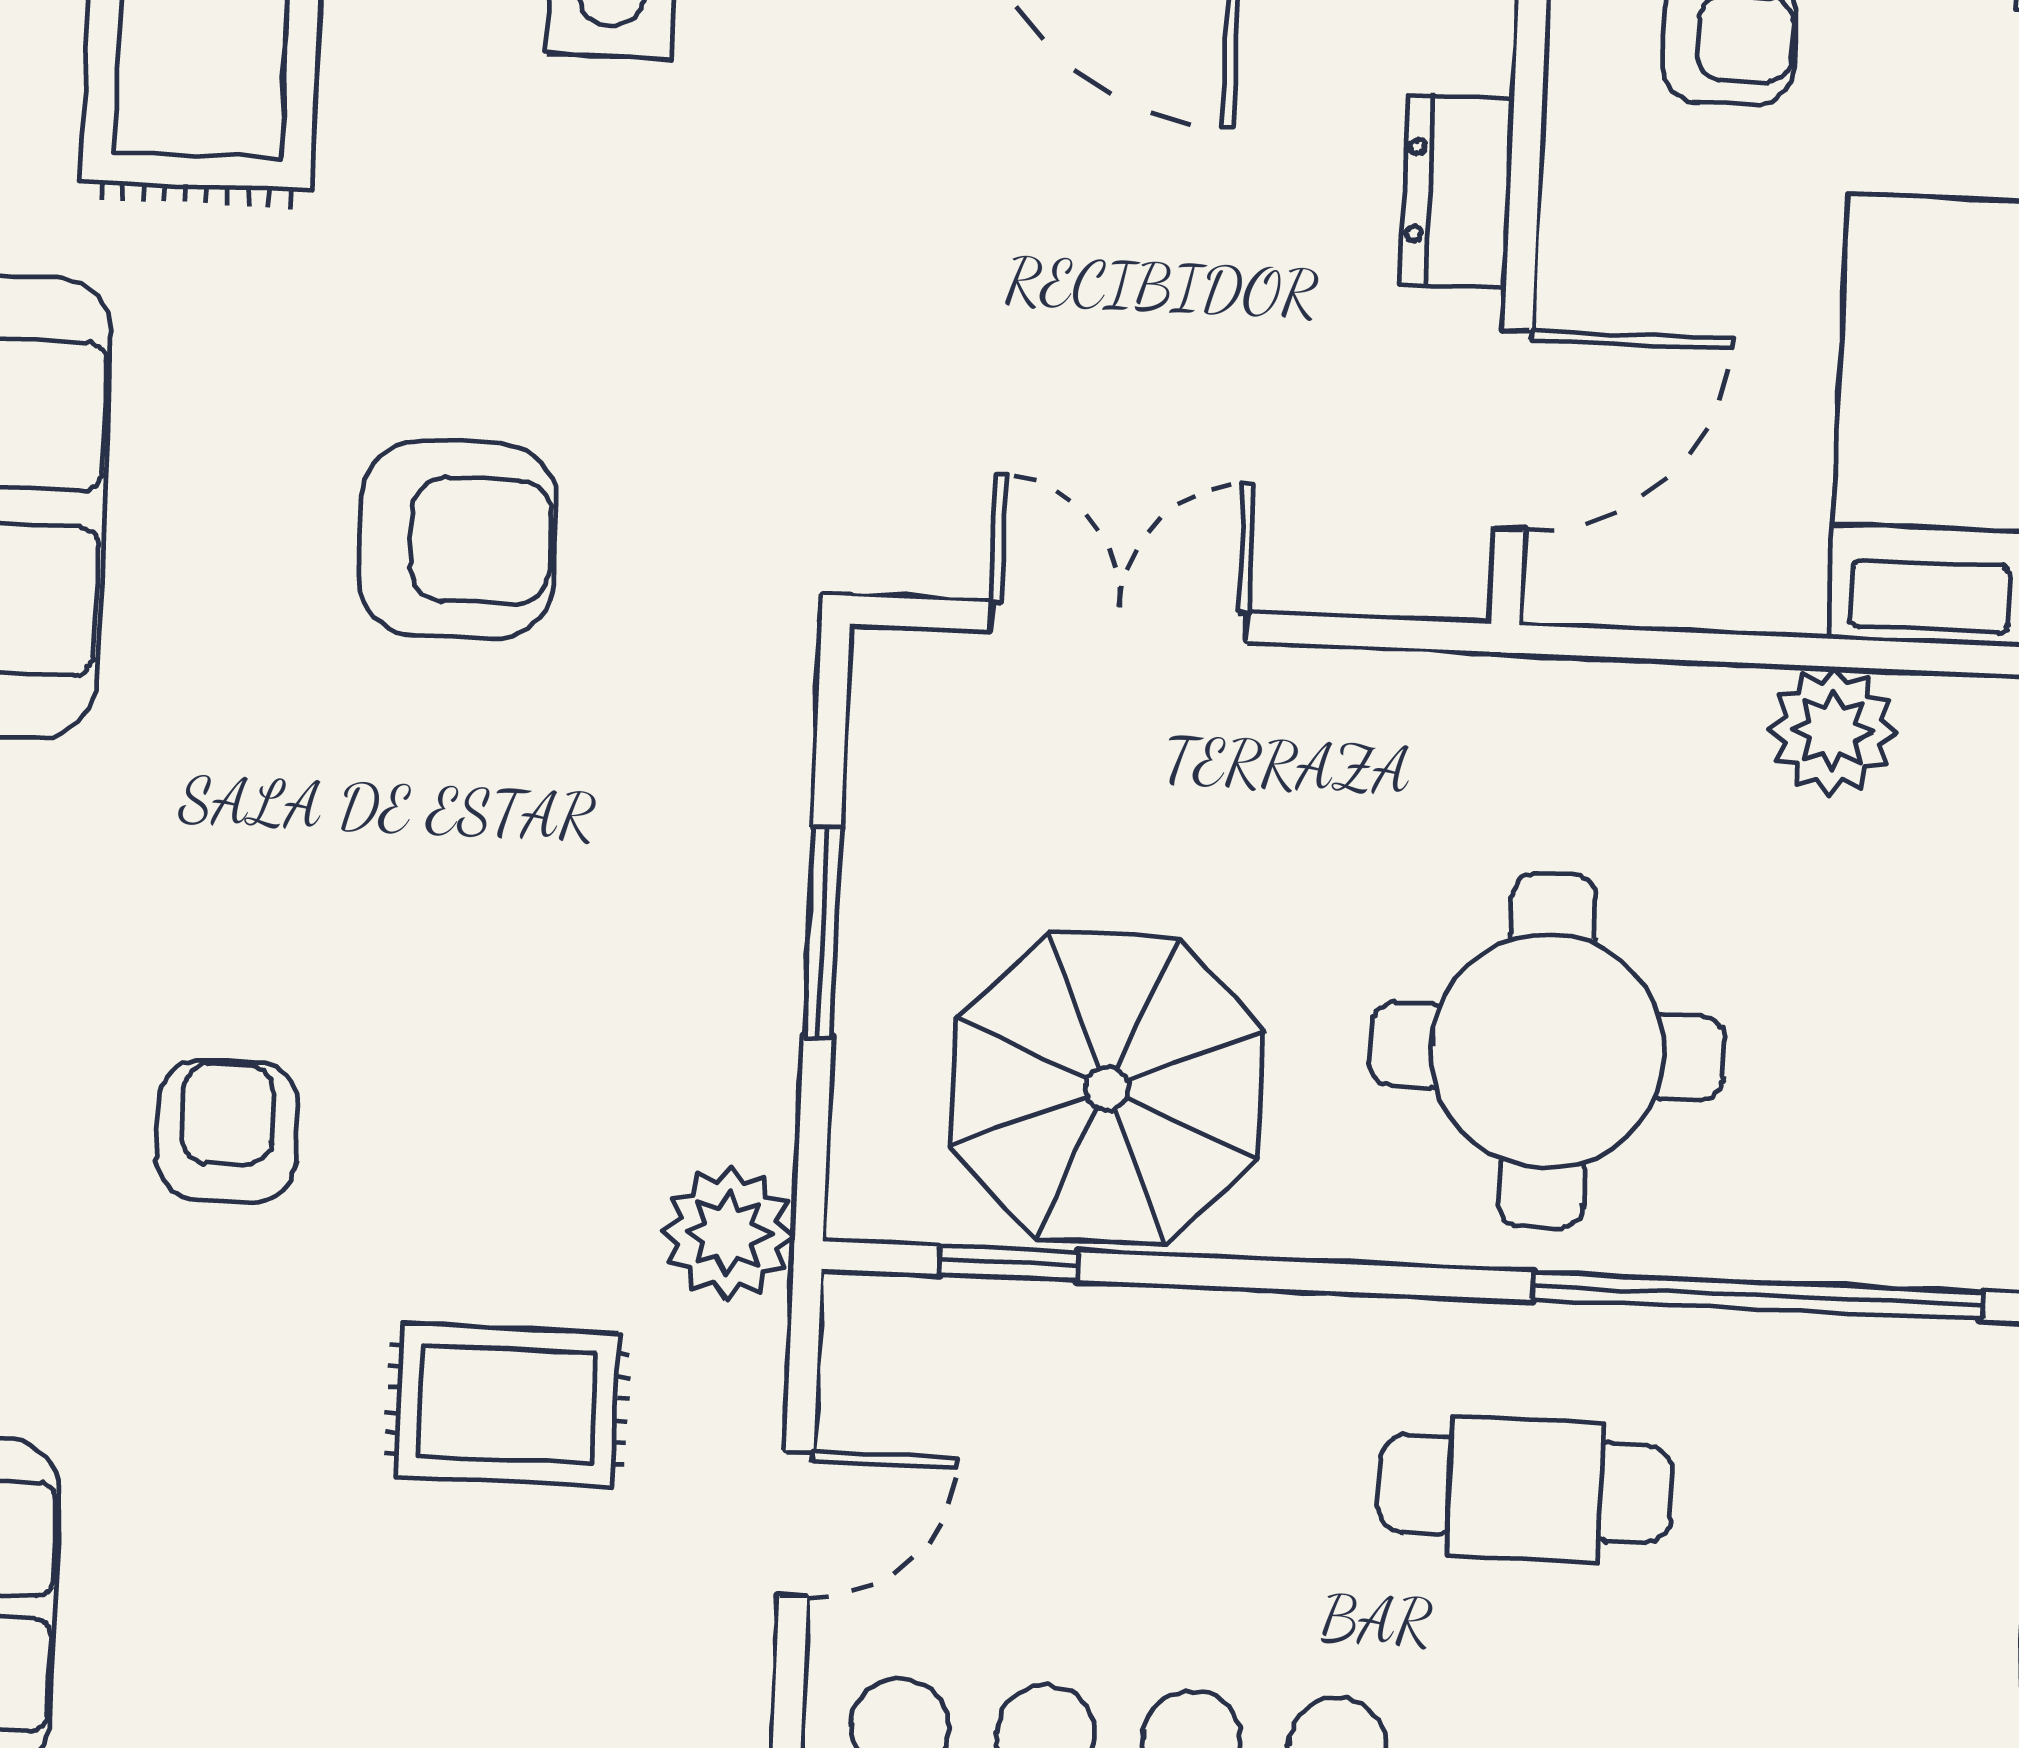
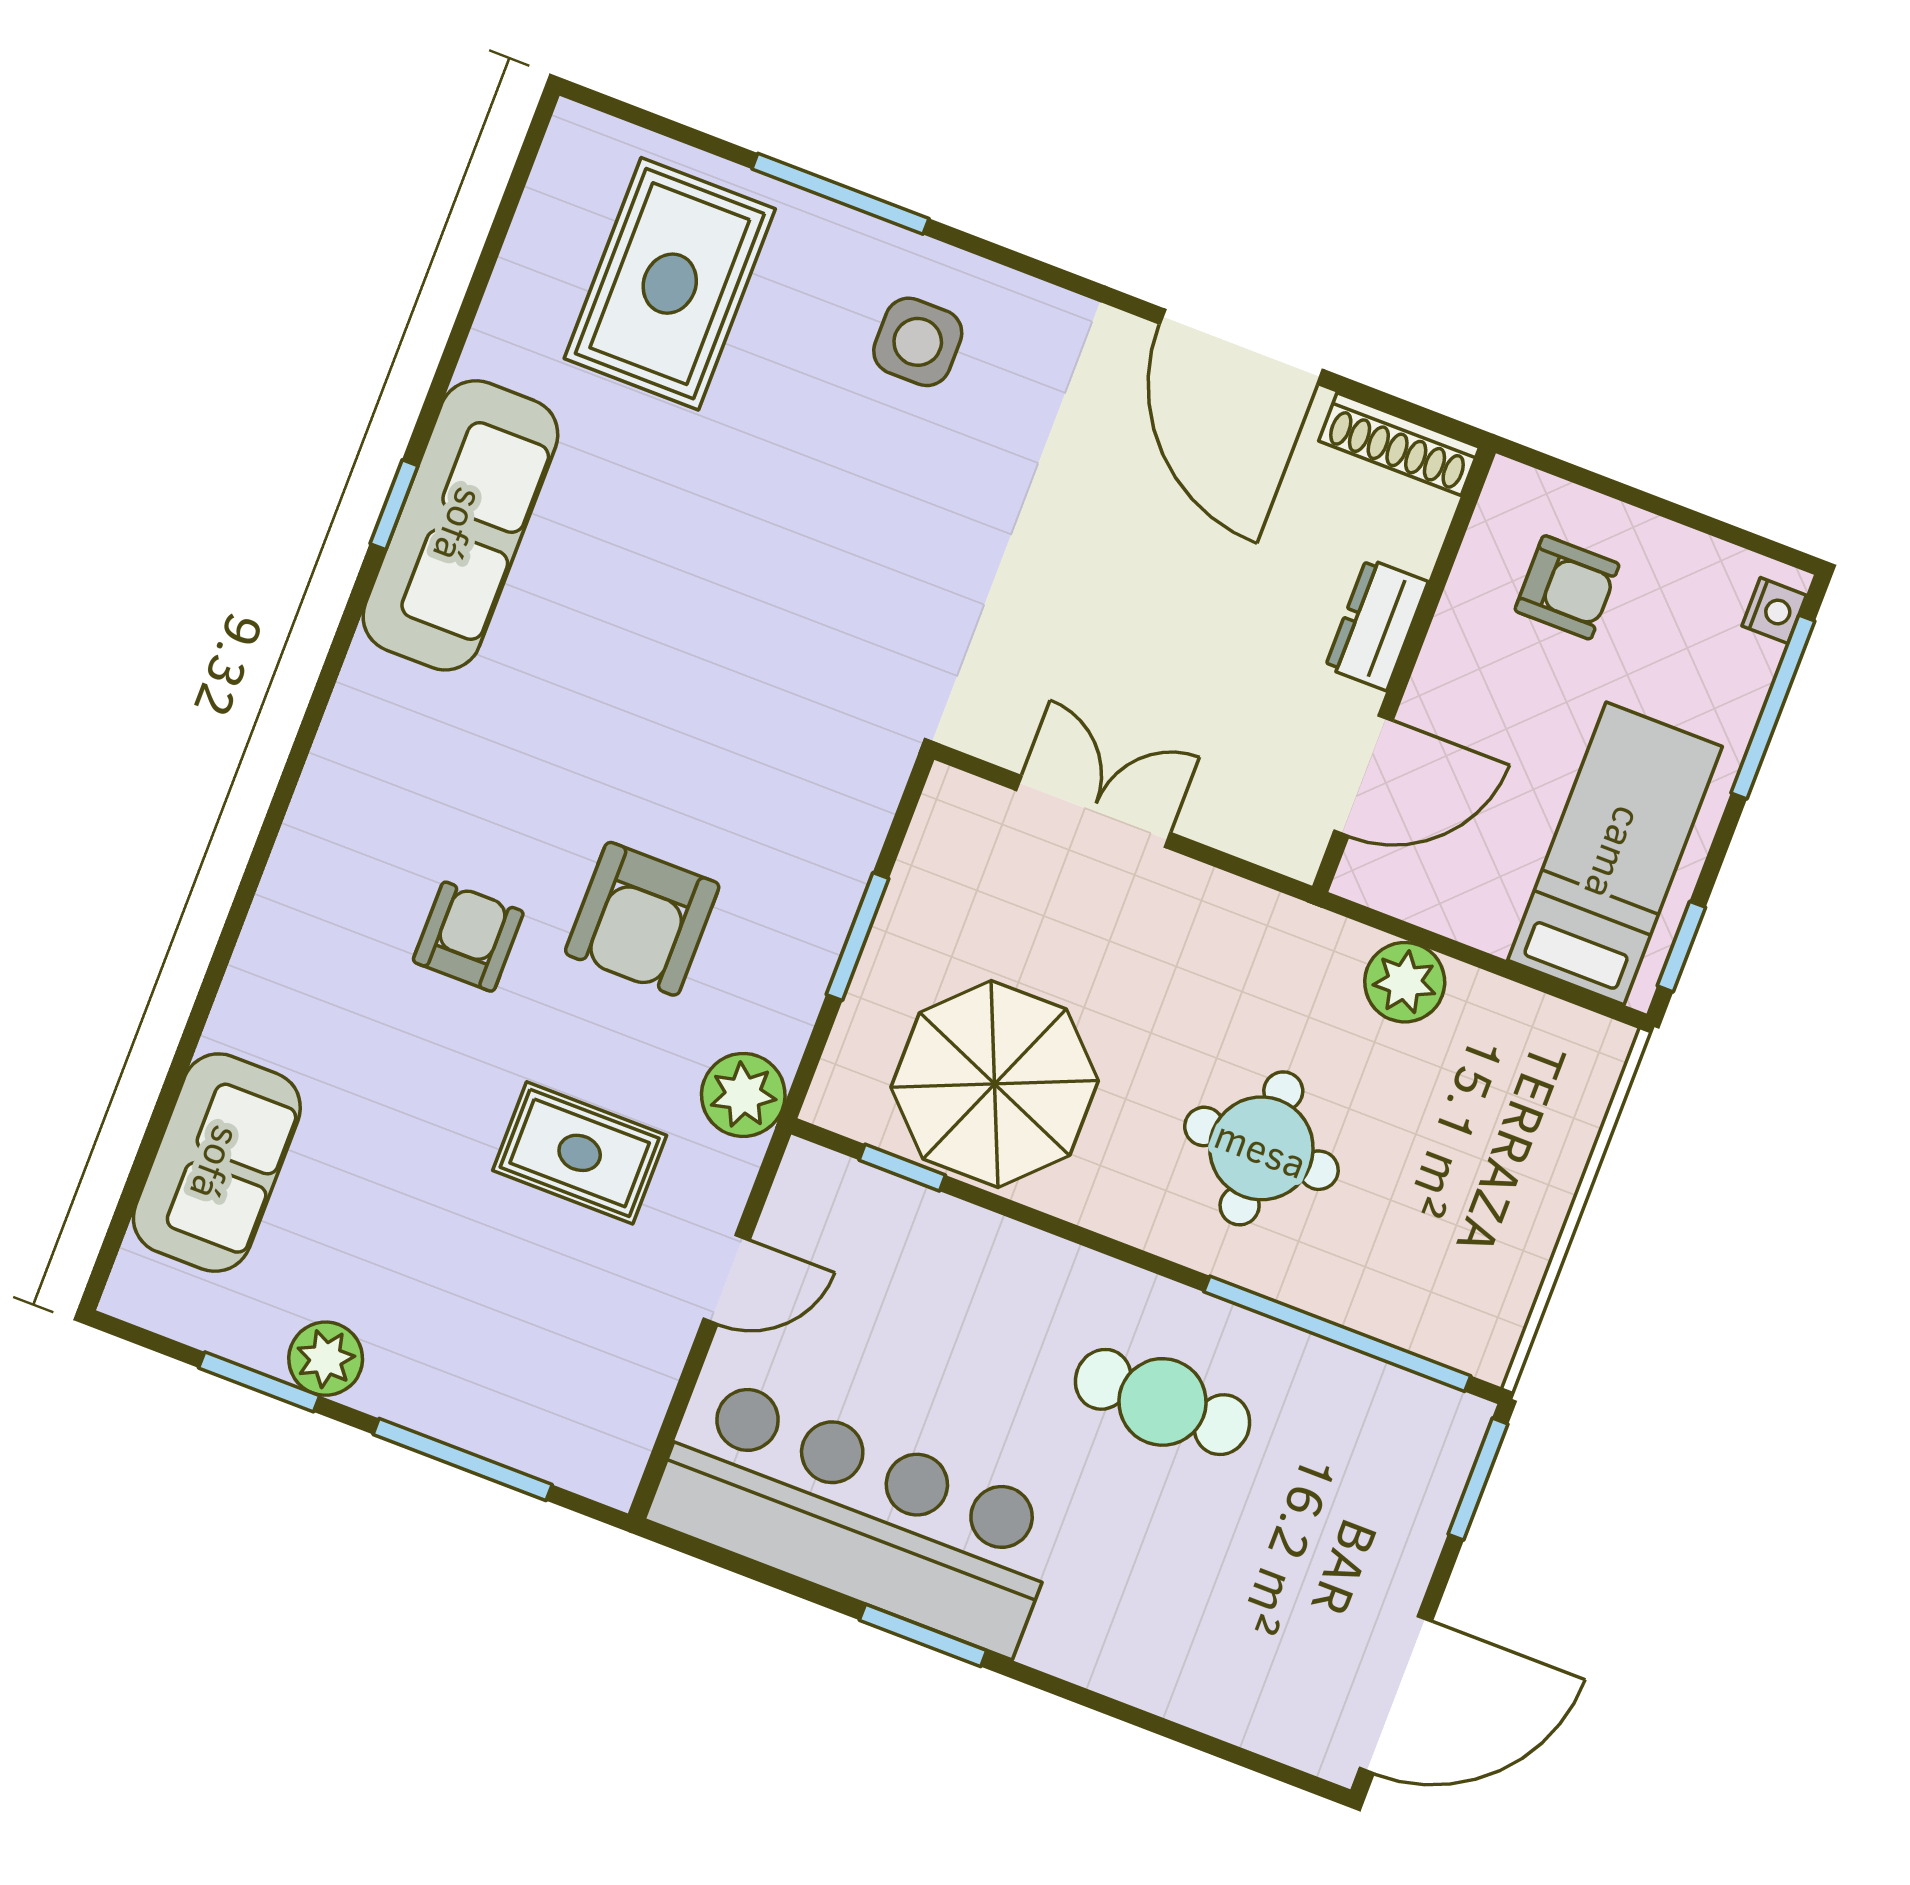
armchair: (457, 540) -> (642, 919), moved, turned 90
plant: (1833, 731) -> (1405, 982), moved
round table: (1547, 1051) -> (1261, 1148), width x0.73, depth x0.73

